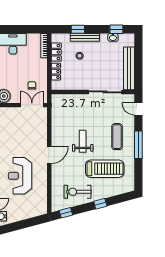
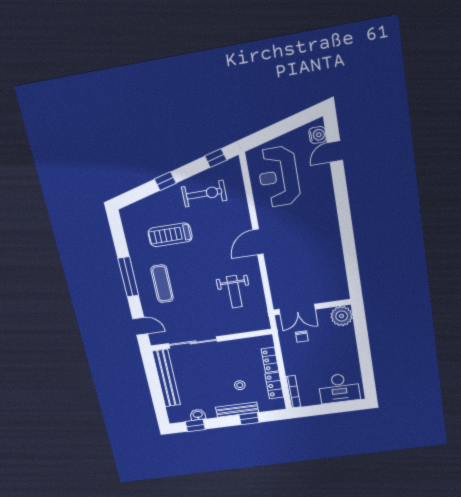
weight bench: (83, 141) -> (234, 292), moved
treadmill: (105, 169) -> (170, 235), width x0.73, depth x0.73
reception desk: (20, 176) -> (279, 177), moved, turned 180

